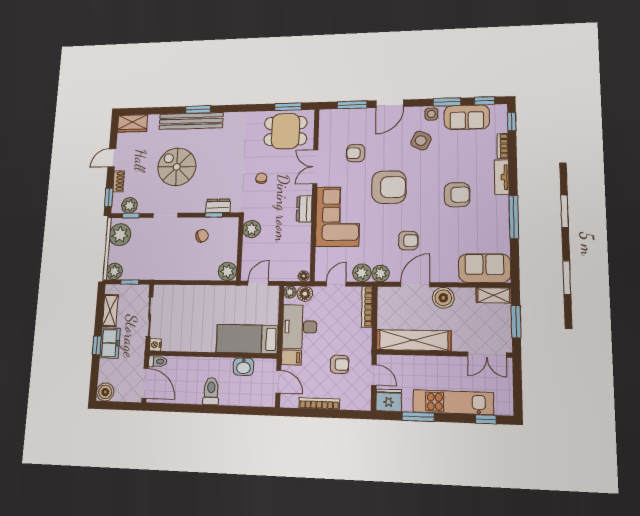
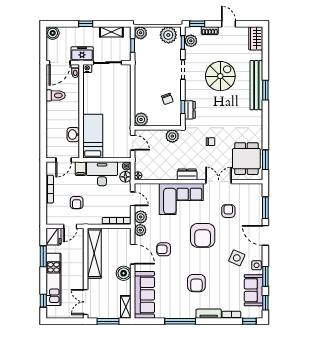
armchair: (408, 241) -> (164, 249), turned 90
sofa: (485, 268) -> (144, 295), width x1.36
freezer: (110, 343) -> (82, 54), moved, turned 180
toilet: (211, 391) -> (56, 95), moved

